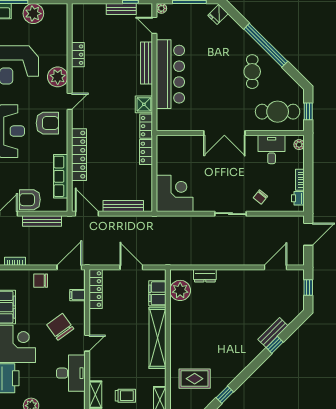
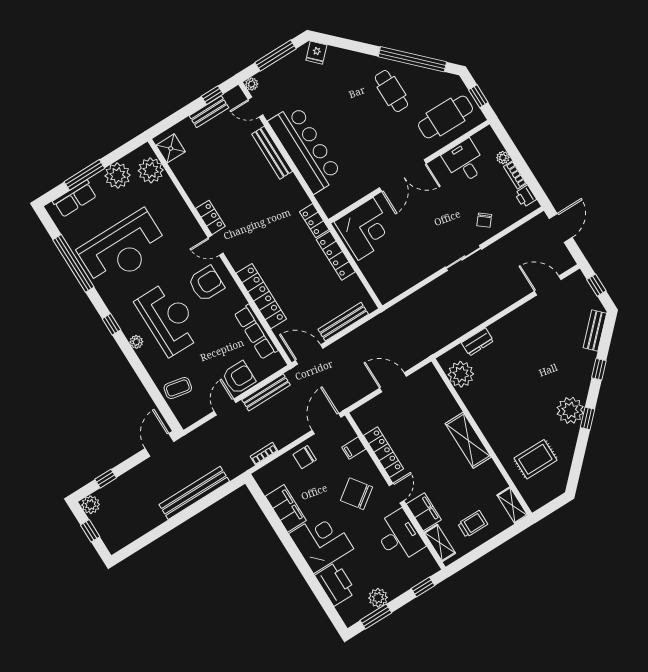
window: (266, 45) -> (412, 59), moved
locker: (78, 55) -> (210, 217), moved
plant: (58, 77) -> (151, 170), moved
door: (70, 101) -> (216, 245), swing flipped
shower: (144, 104) -> (171, 148), moved
plant: (299, 145) -> (503, 158), moved
locker: (146, 152) -> (336, 256), width x1.53
corner desk: (175, 193) -> (366, 229), moved, turned 90
armchair: (30, 200) -> (239, 378), turned 180
door: (276, 267) -> (548, 285), hinge flipped
locker: (96, 289) -> (384, 452), moved
filing cabinet: (157, 293) -> (424, 512), moved, turned 180
bench: (273, 333) -> (595, 331), moved
shelving: (157, 338) -> (468, 440), width x0.68
plant: (238, 360) -> (570, 410), added
window: (225, 395) -> (587, 418), moved

